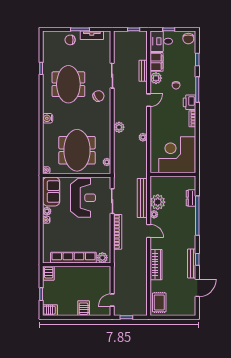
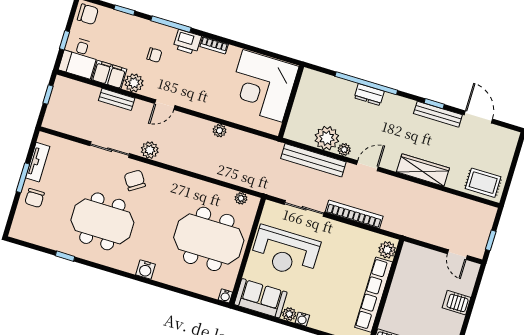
door: (149, 100) -> (165, 105), swing flipped
plant: (119, 127) -> (150, 150), moved
reception desk: (83, 198) -> (285, 252), turned 180
dresser: (191, 198) -> (369, 95), moved

